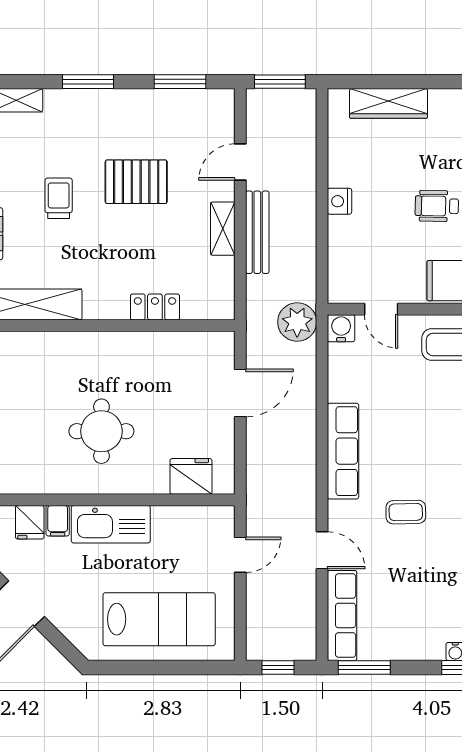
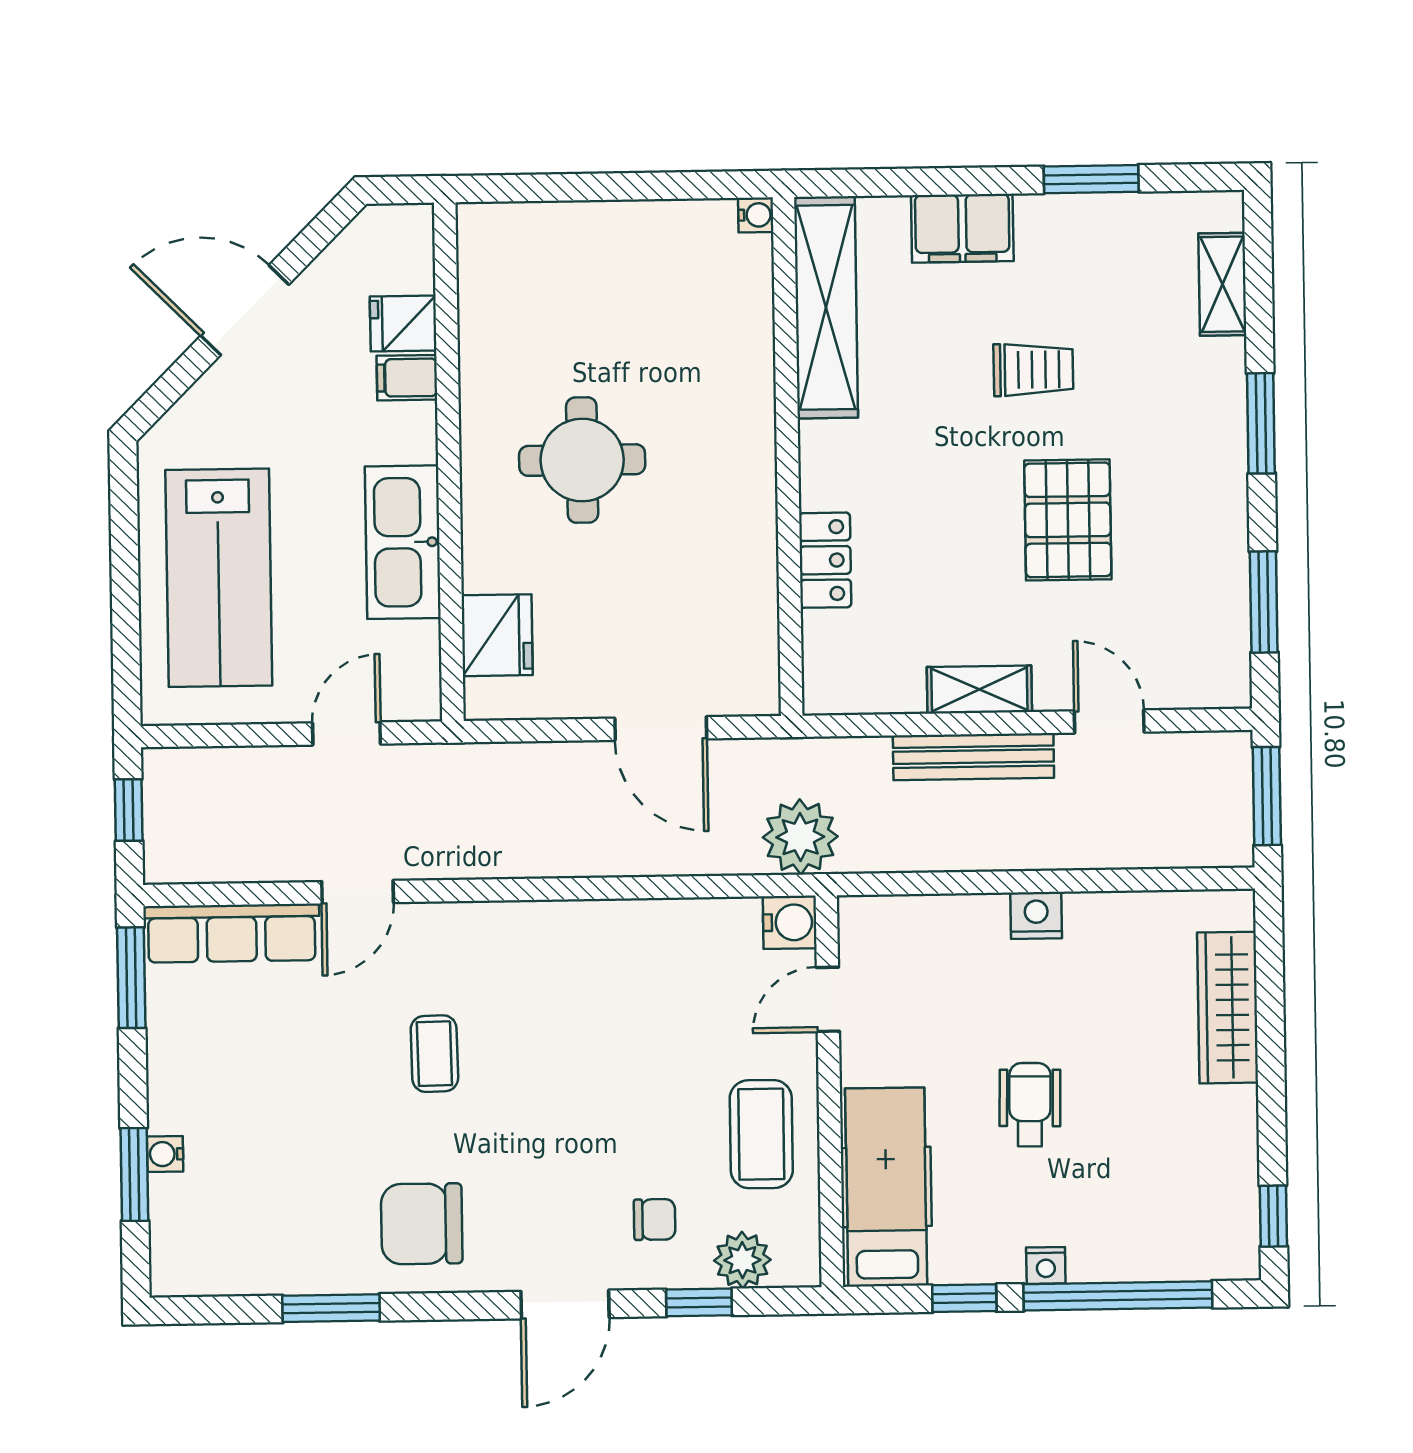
row of seats: (343, 451) -> (551, 930), removed
kitchen sink: (111, 524) -> (403, 542), moved
door: (240, 555) -> (346, 733), swing flipped

